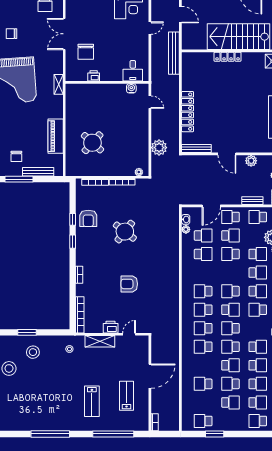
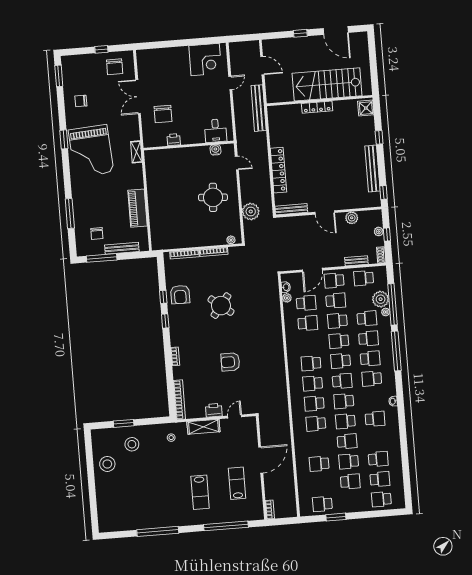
round table: (92, 143) -> (213, 197), moved, turned -38
school desk: (258, 365) -> (339, 341), moved, turned 180

